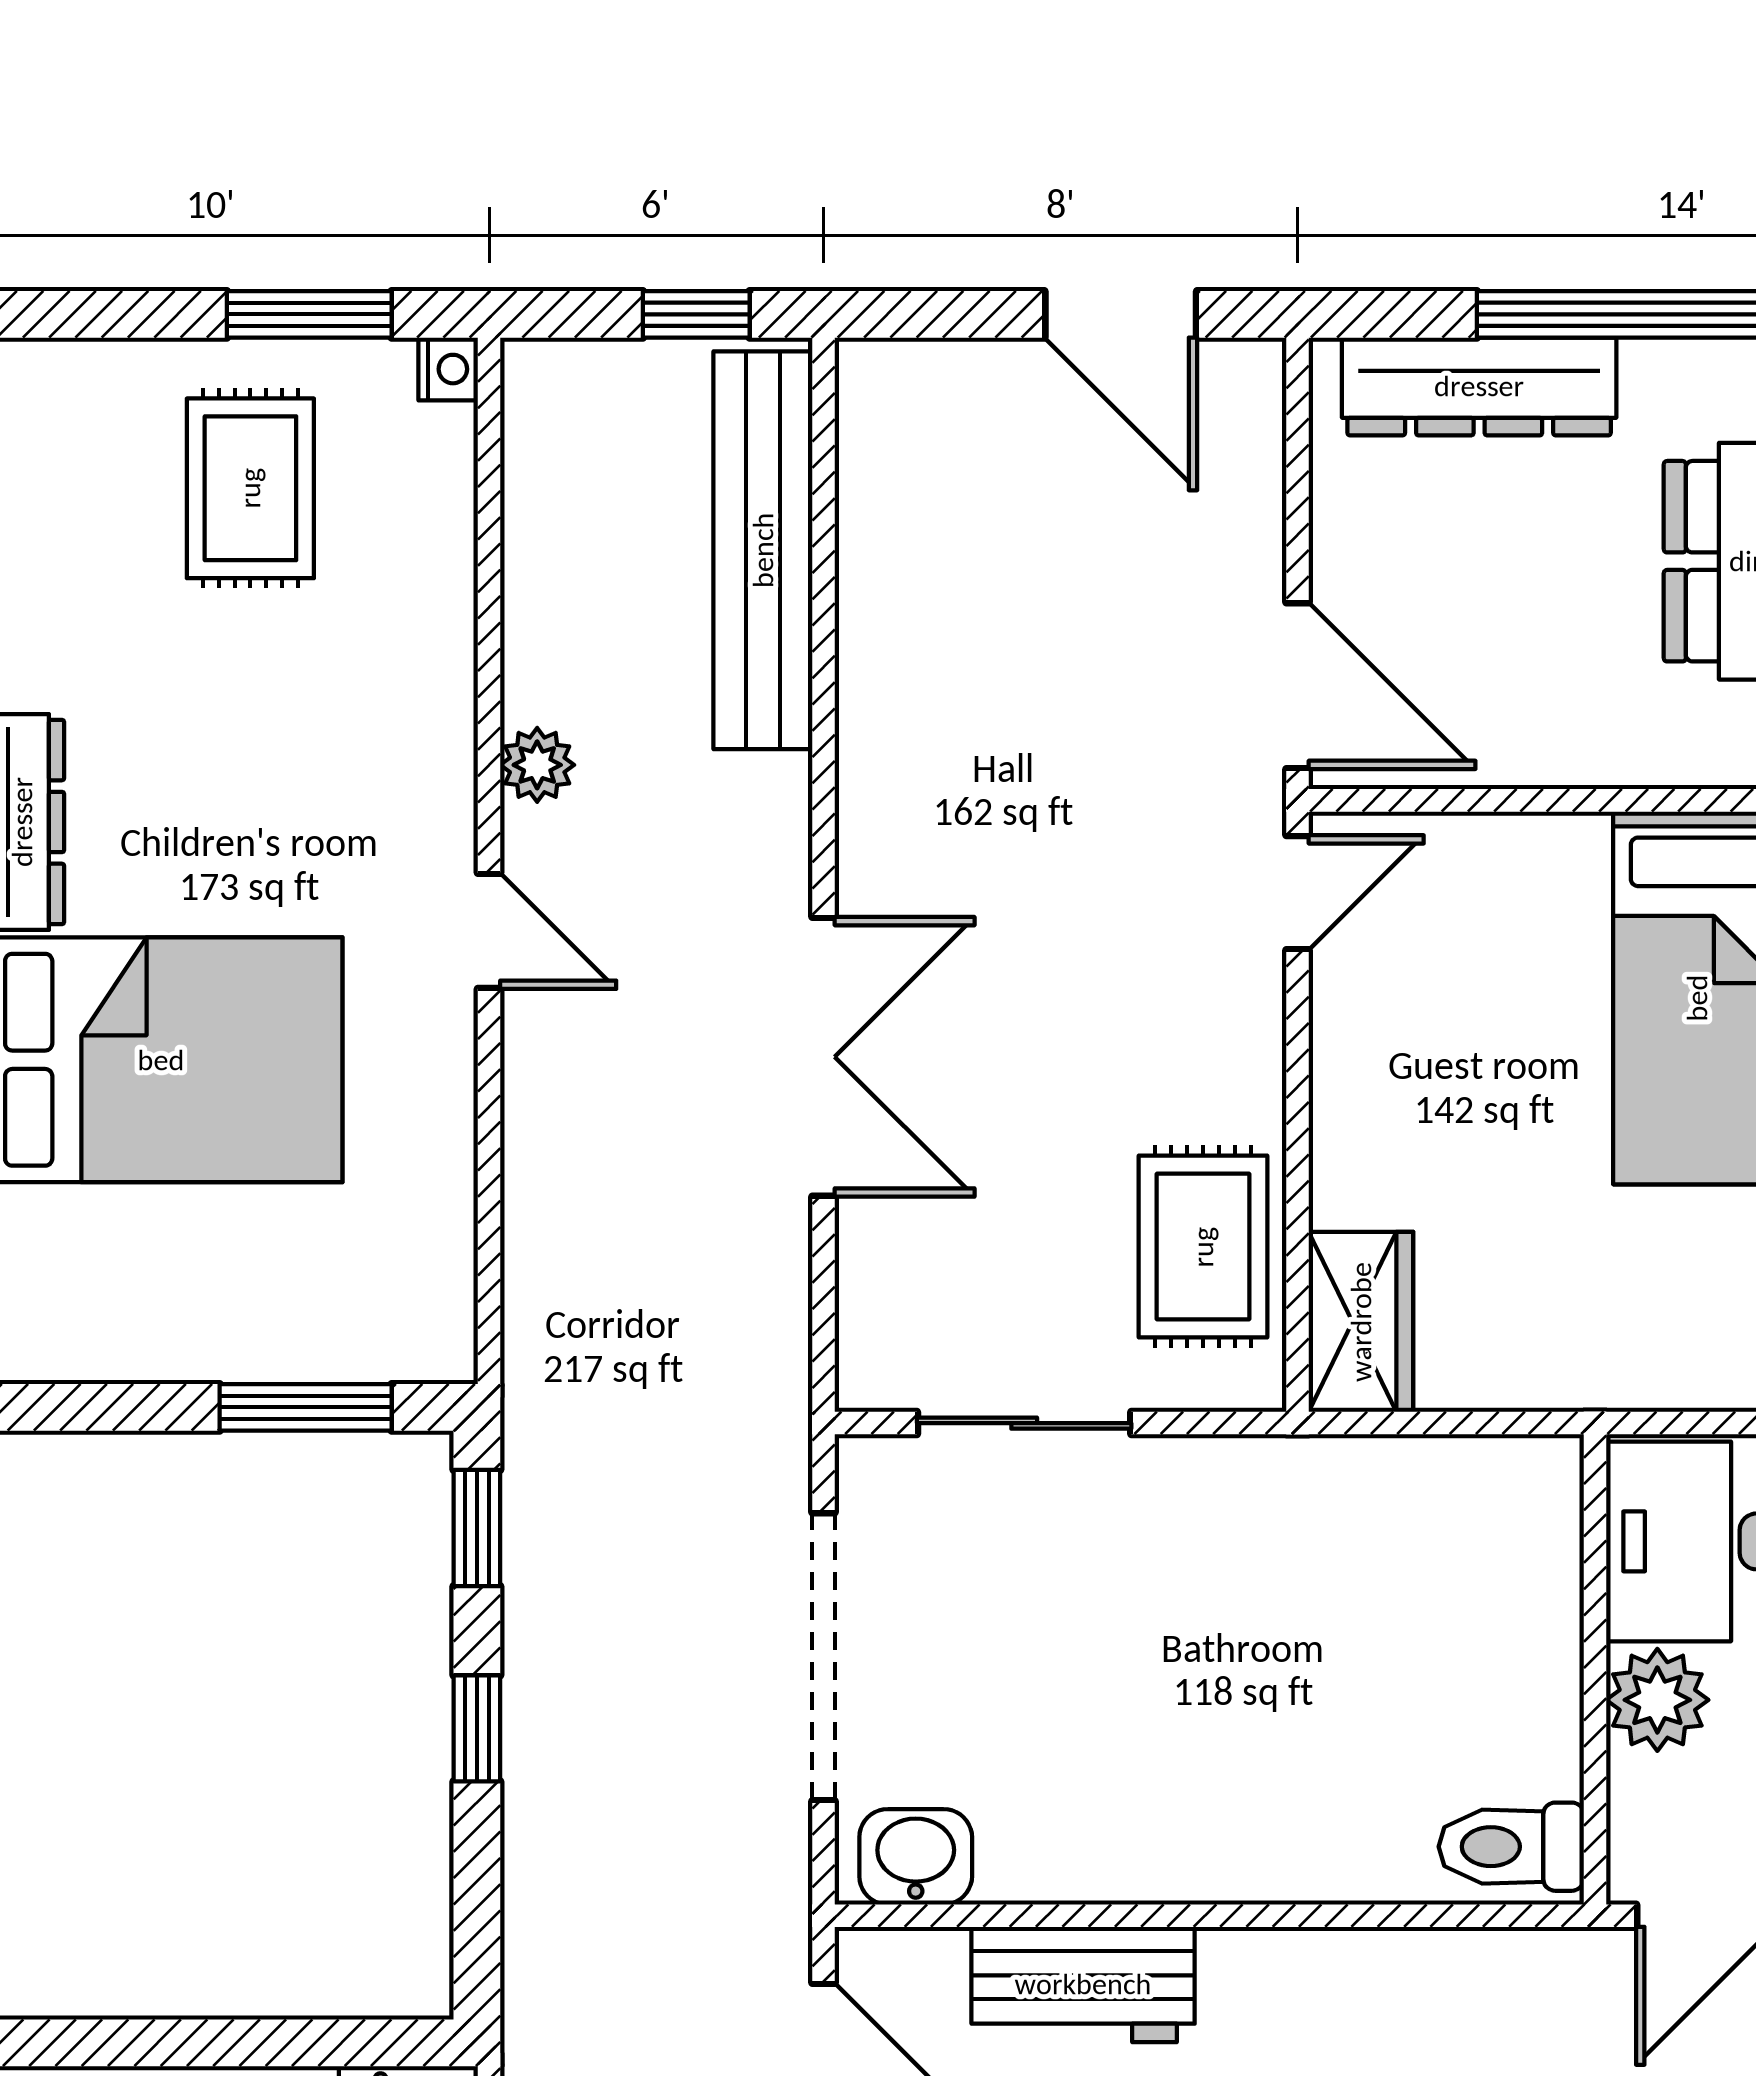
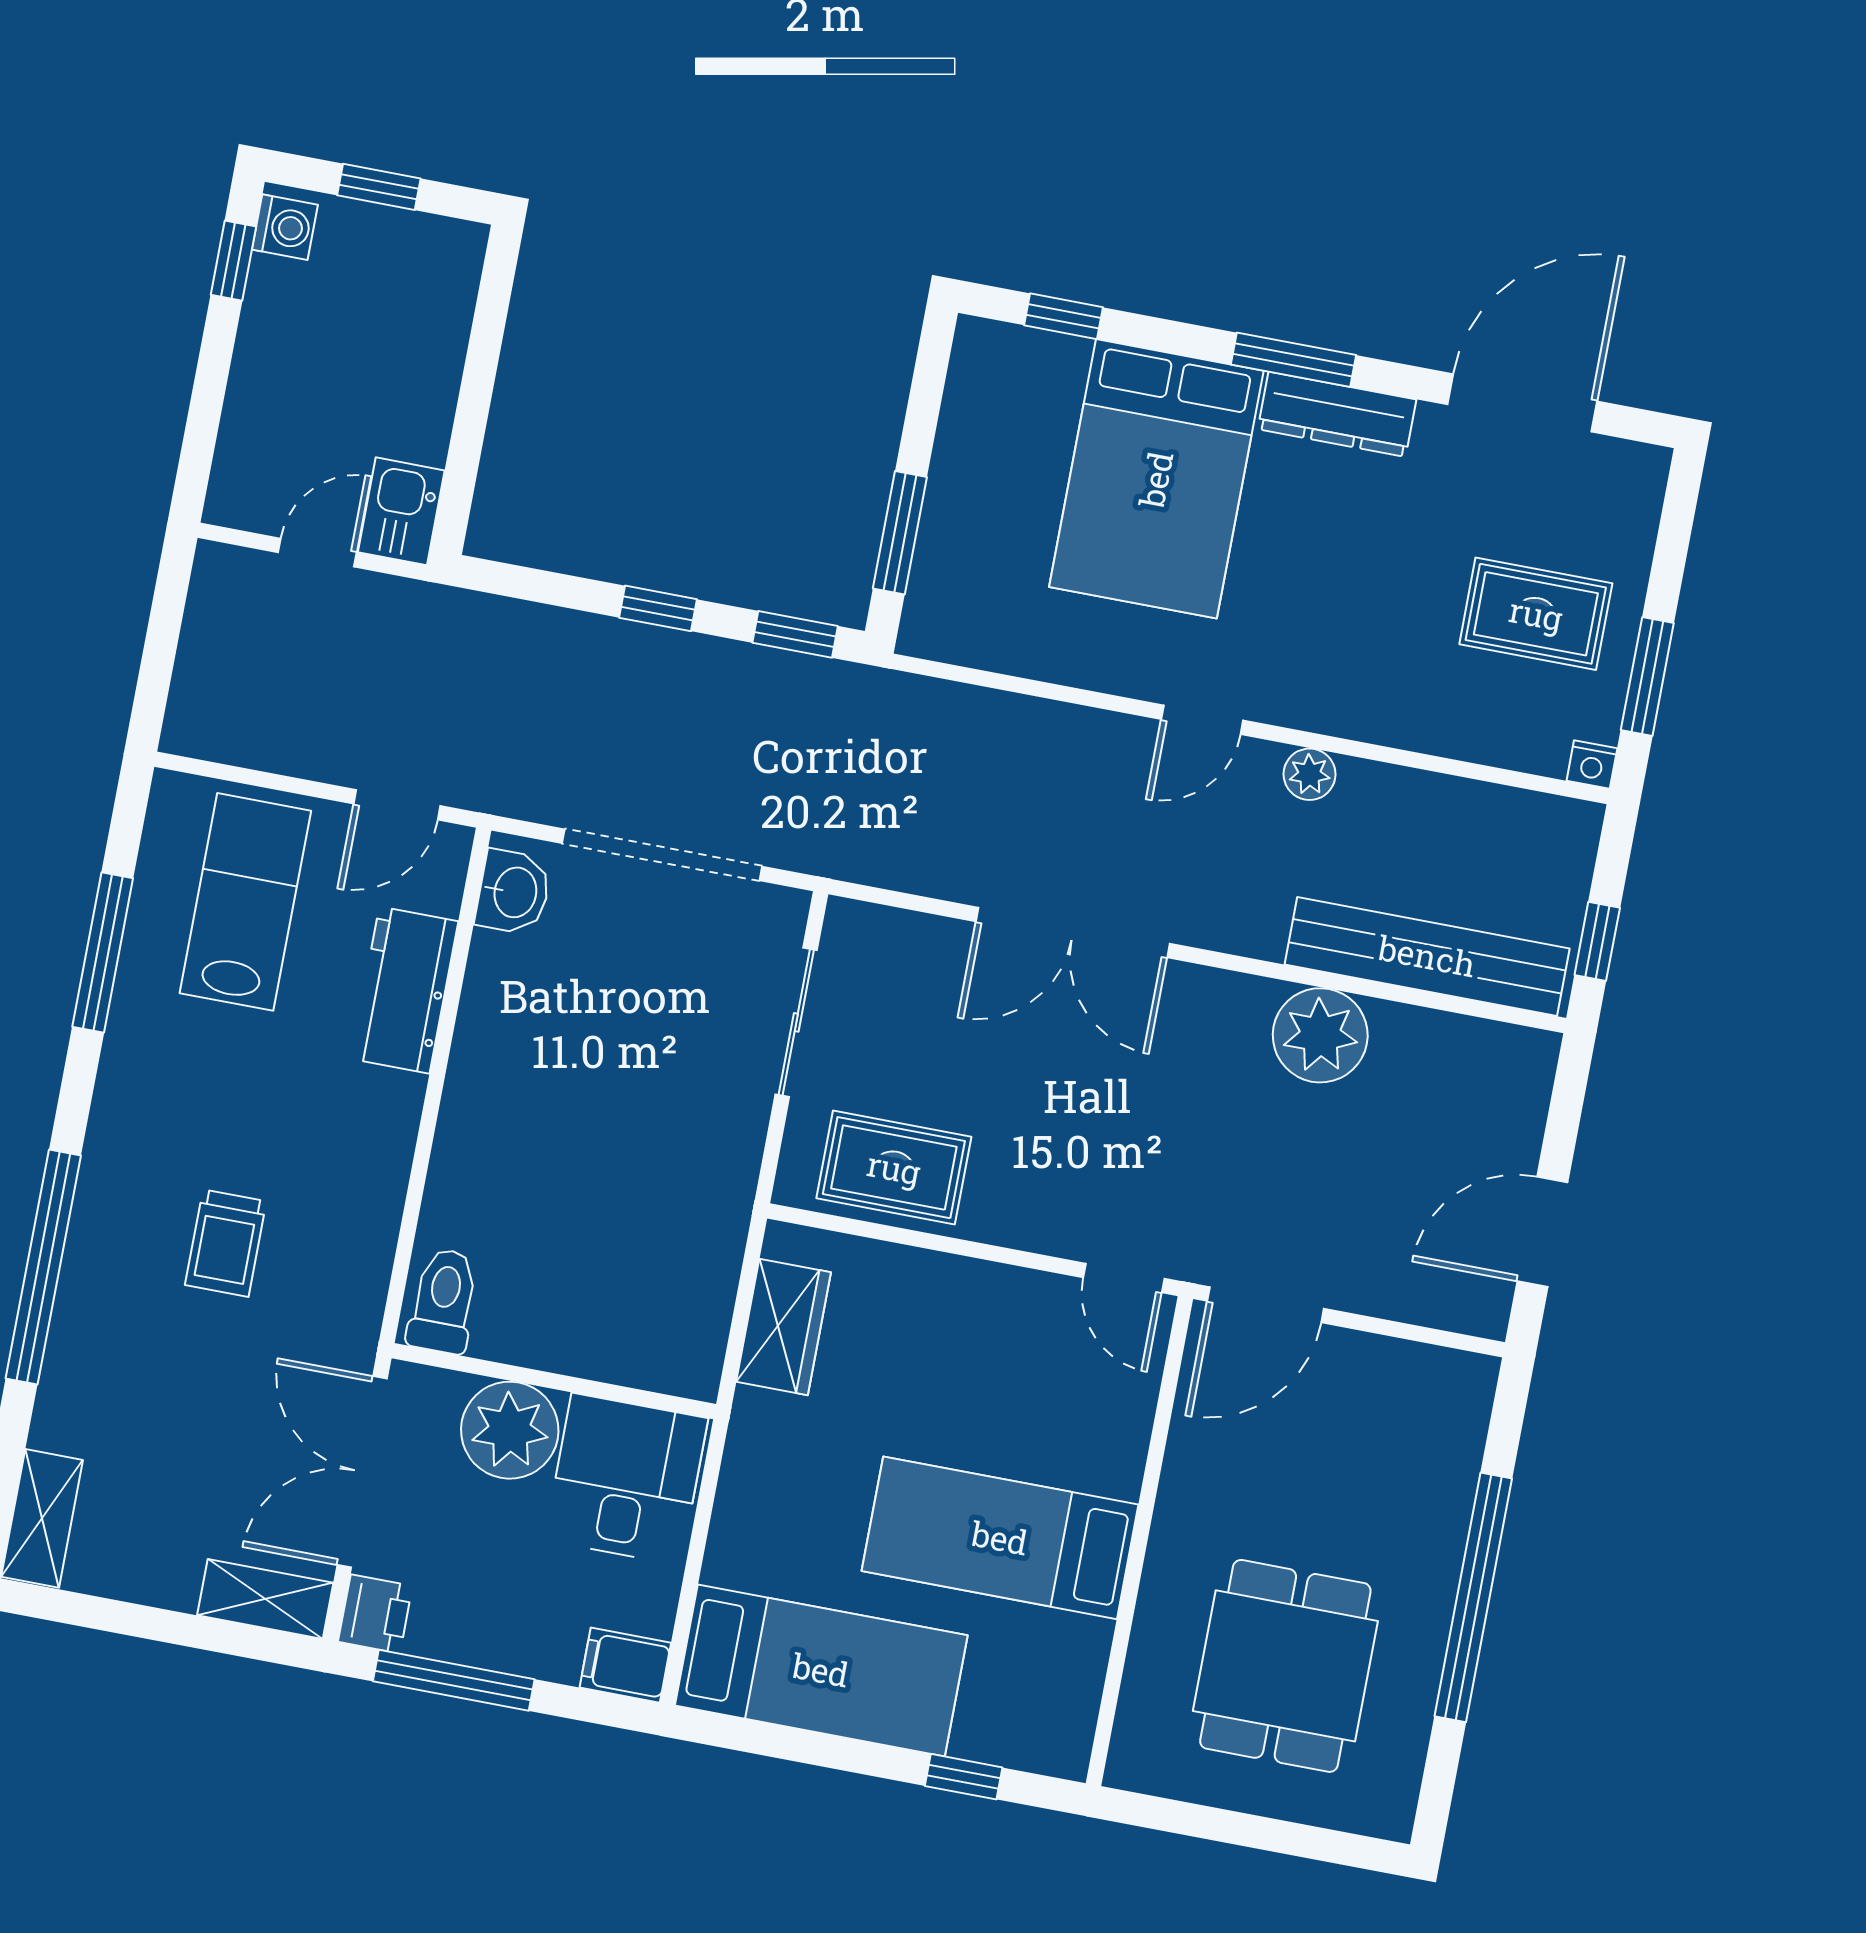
dresser: (1479, 386) -> (1447, 1468), removed
plant: (903, 680) -> (1320, 1035), added
wardrobe: (1361, 1322) -> (784, 1327), moved, turned -90
plant: (1657, 1700) -> (510, 1430), width x1.36, depth x1.36

